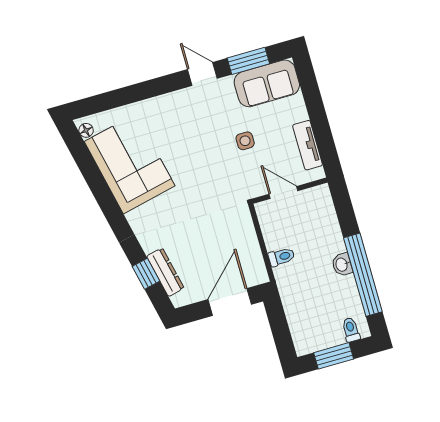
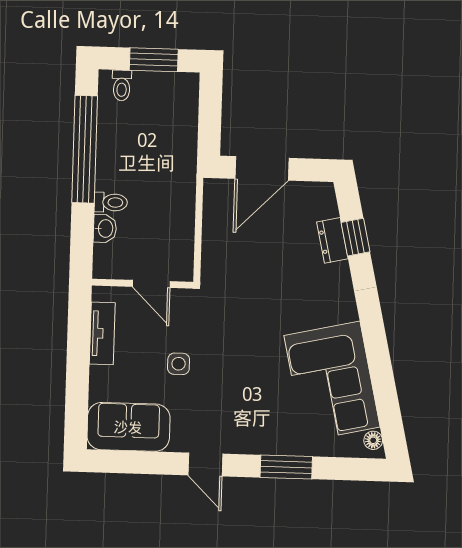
window: (248, 61) -> (286, 467), moved
toilet: (281, 257) -> (111, 202), moved, turned 180
washbasin: (342, 265) -> (105, 228), moved
dresser: (165, 272) -> (332, 240), width x0.70

